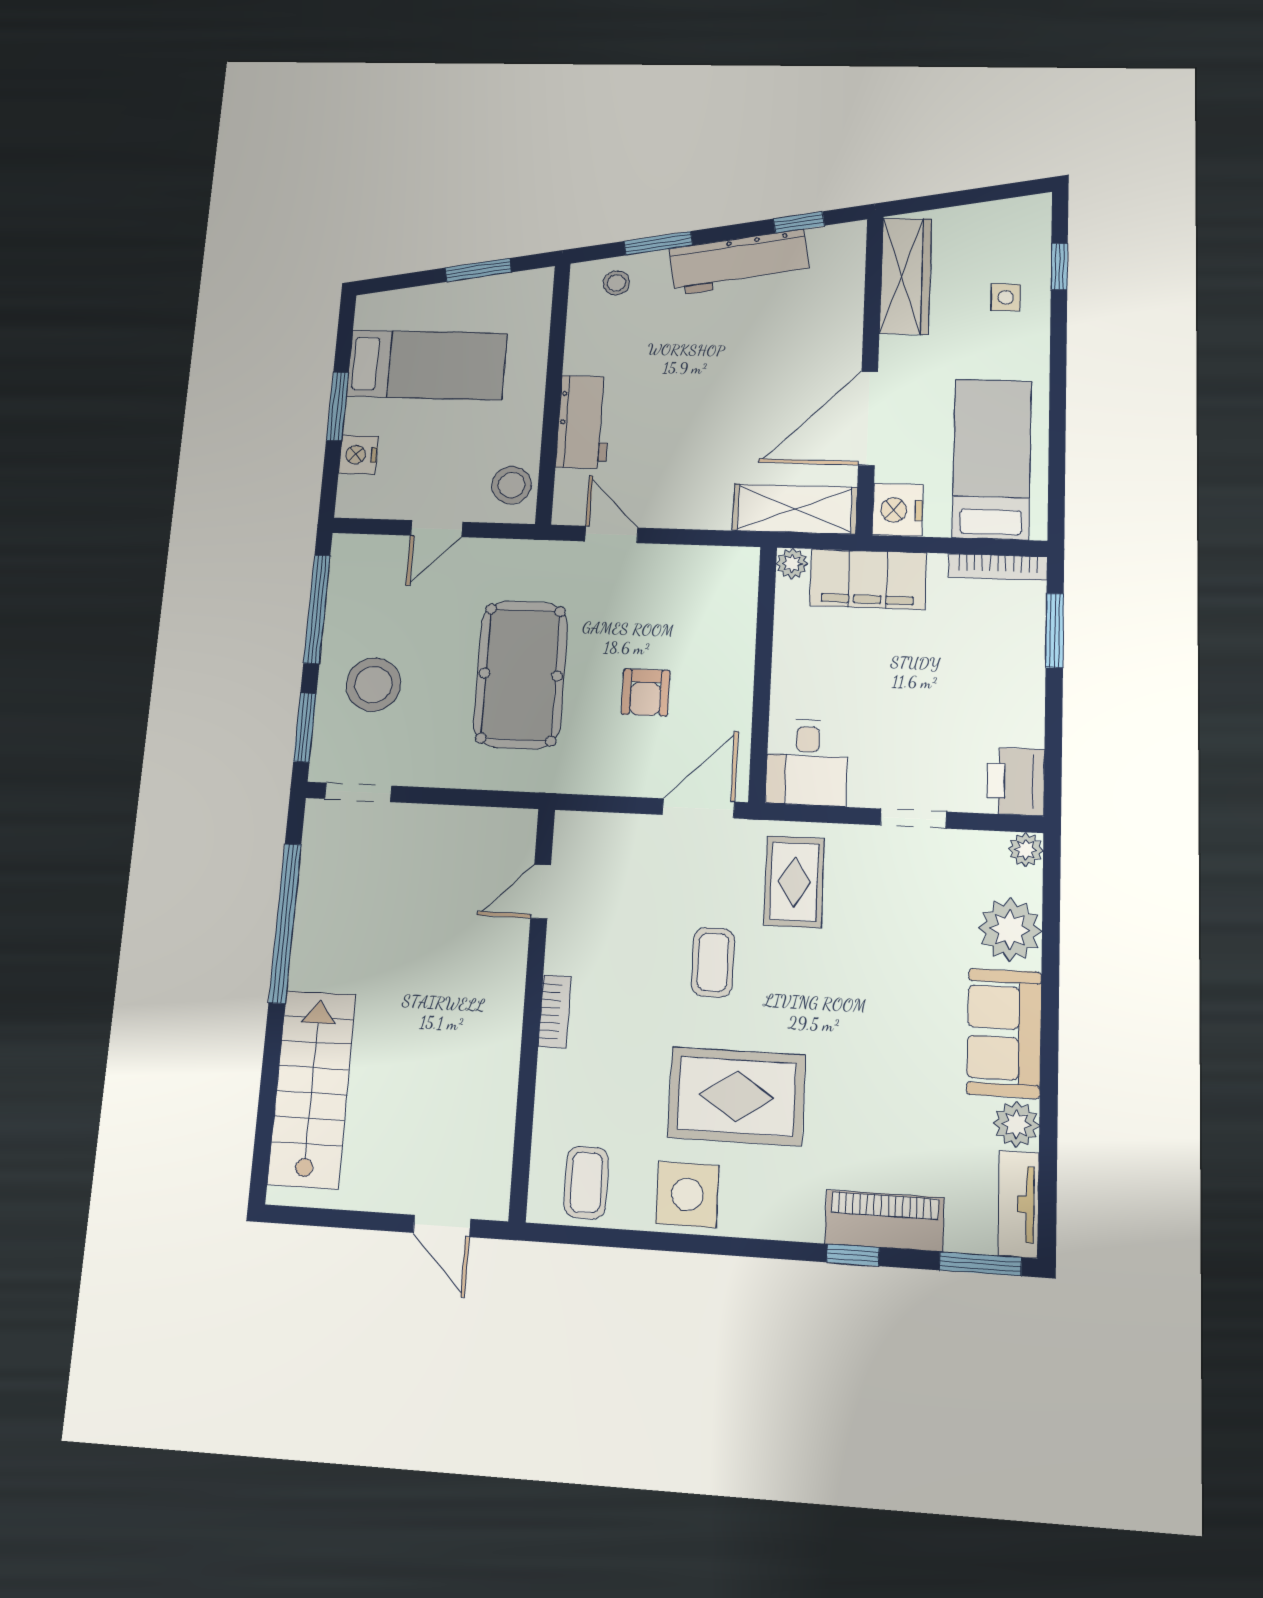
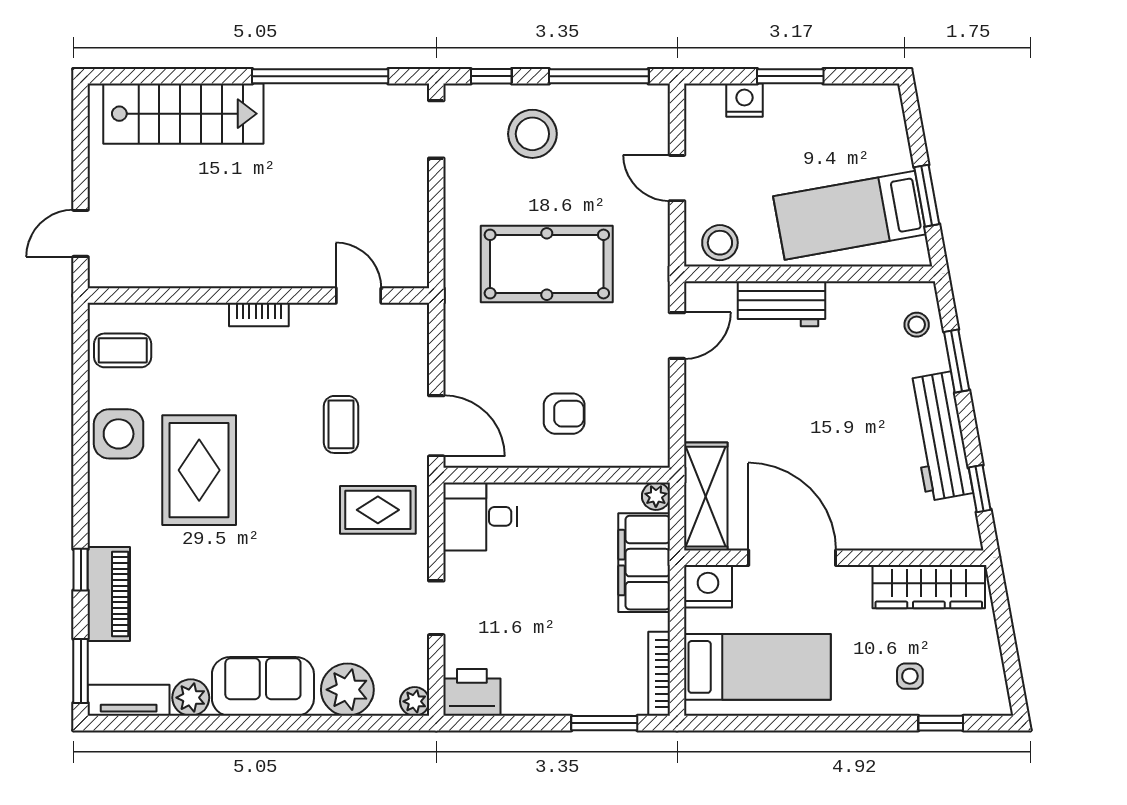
bed: (427, 365) -> (850, 215), moved, turned 80
armchair: (646, 692) -> (564, 414), moved, turned 180
window: (305, 728) -> (491, 76), width x0.67
coffee table: (713, 962) -> (341, 424), moved, turned 90

